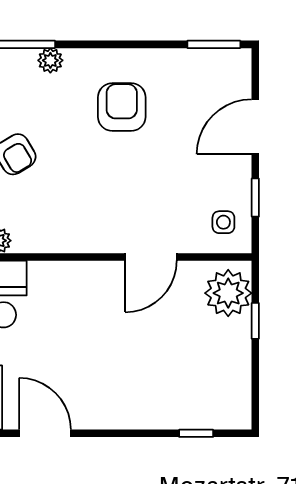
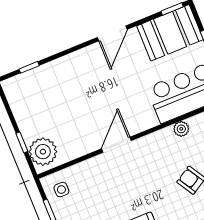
door: (151, 257) -> (116, 145), moved
door: (45, 433) -> (112, 33), hinge flipped

